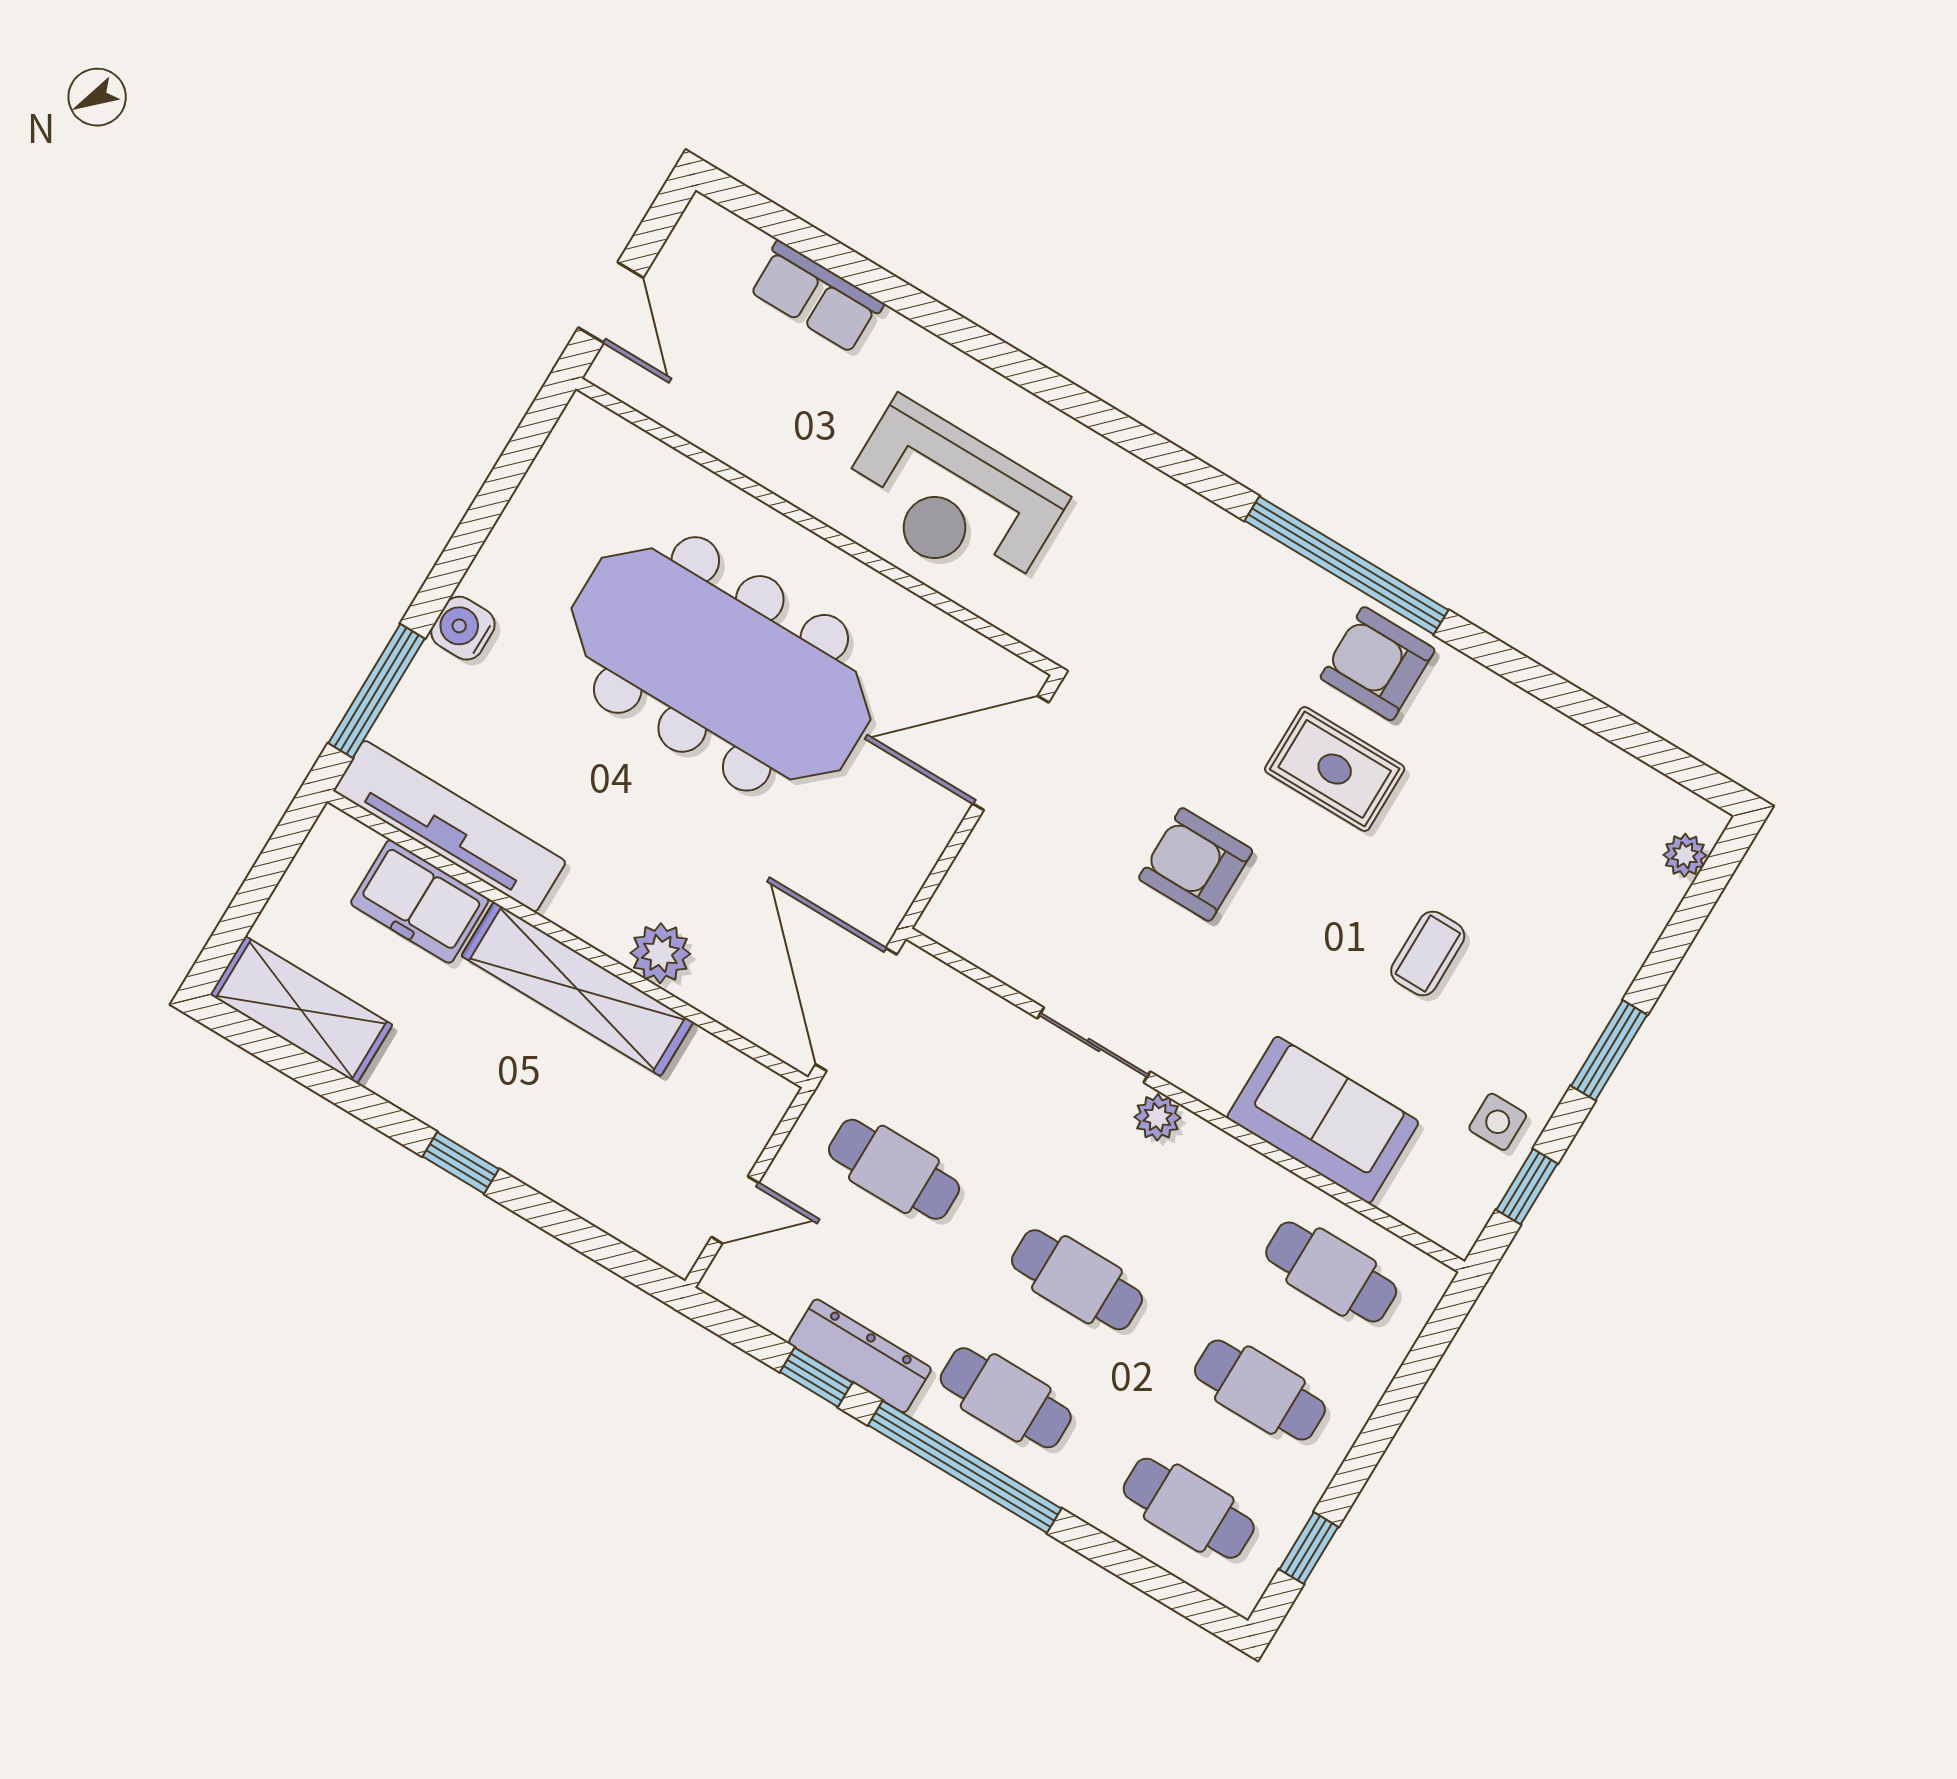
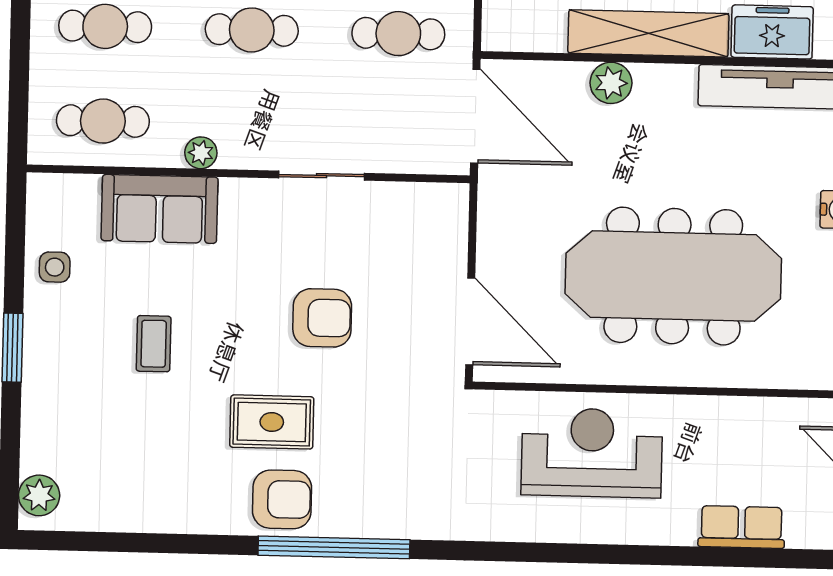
door: (1011, 753) -> (470, 321), hinge flipped
plant: (1685, 855) -> (39, 495), width x1.38, depth x1.38
plant: (1158, 1117) -> (201, 153), moved
window: (1527, 1187) -> (15, 238), removed

